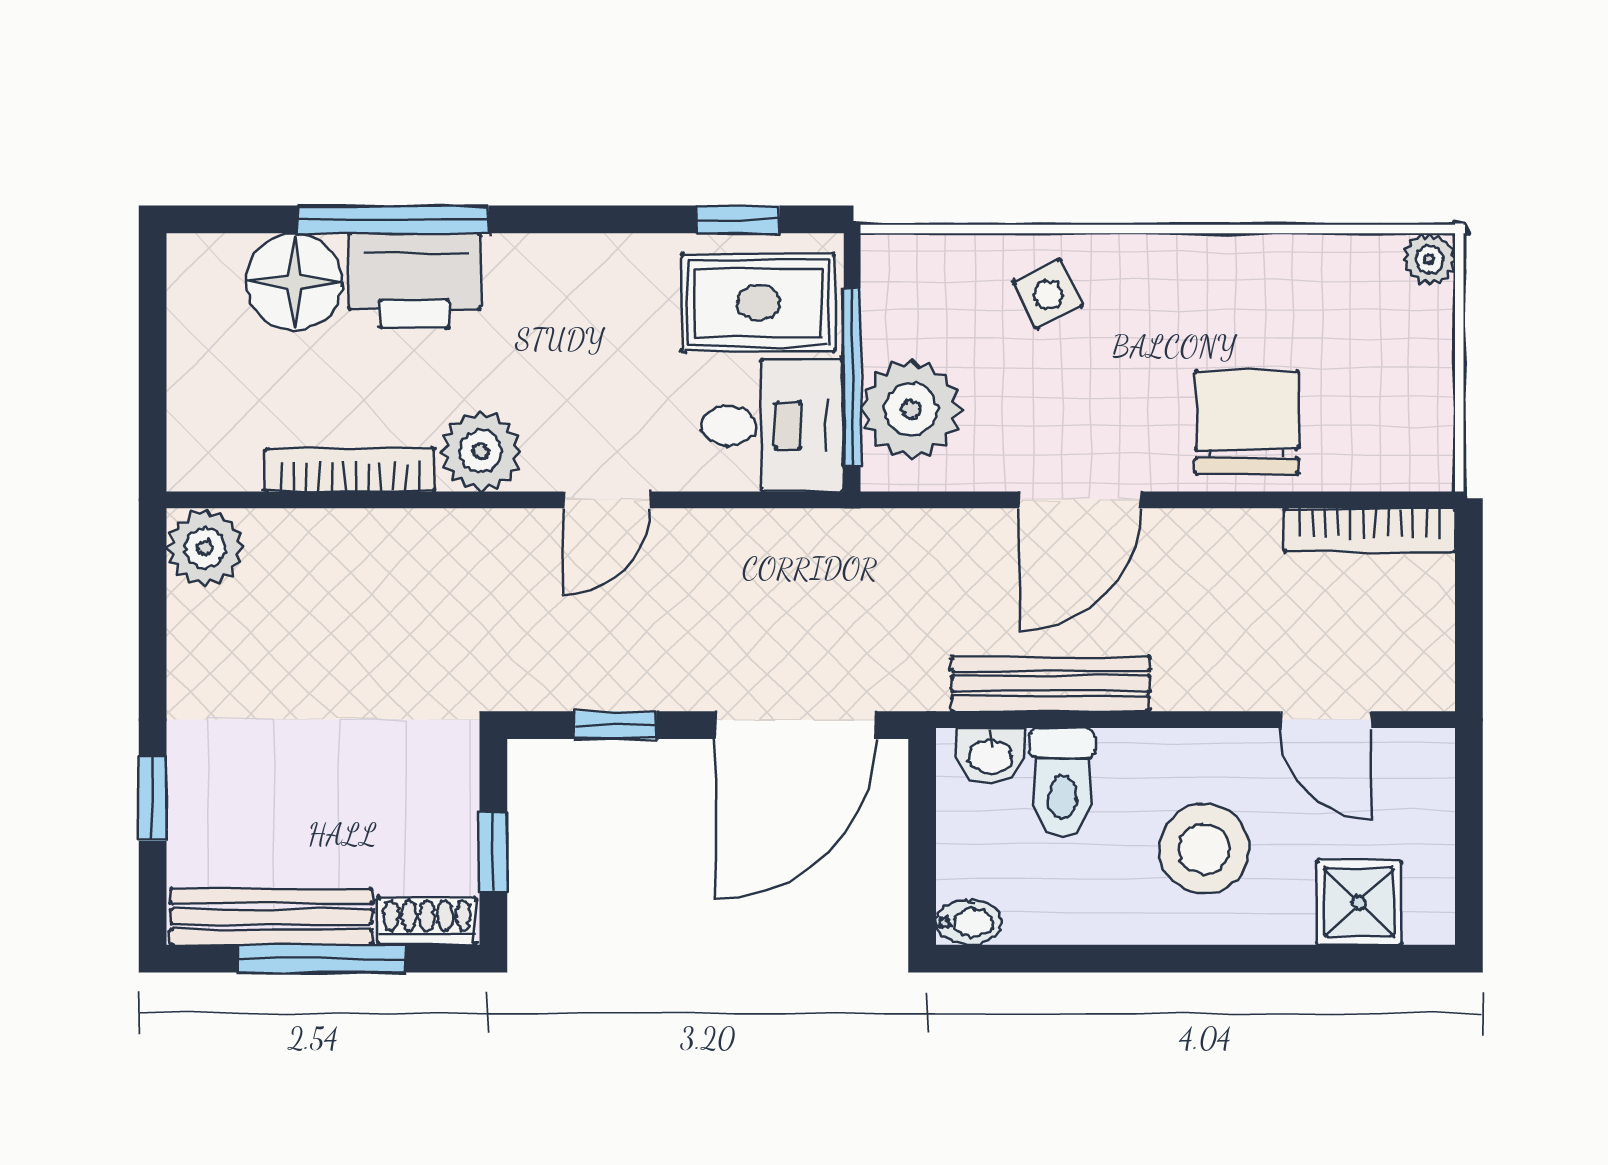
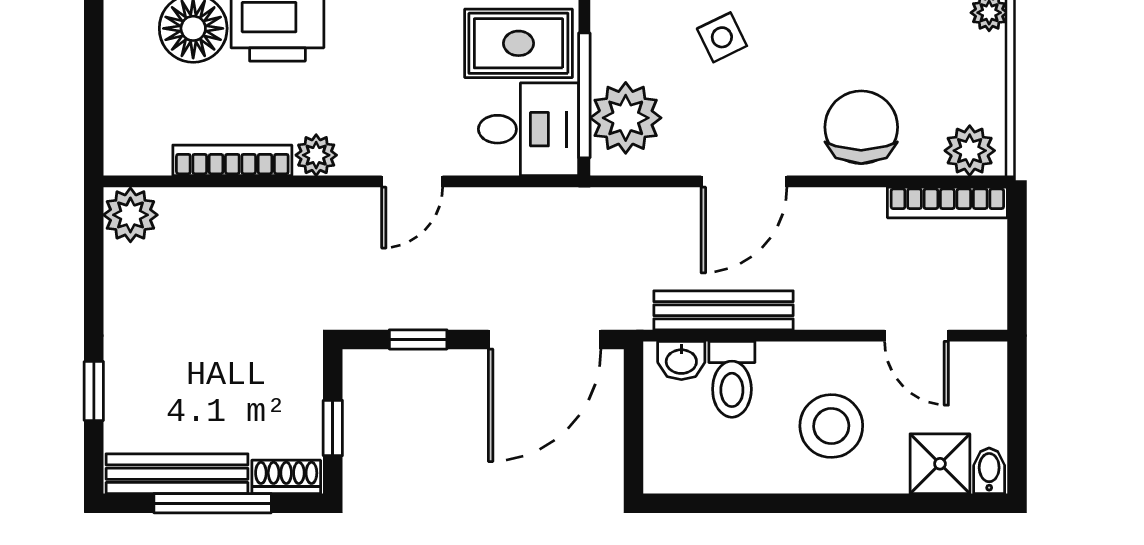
plant: (481, 451) -> (316, 155), width x0.73, depth x0.73
plant: (1401, 456) -> (970, 151), added
bidet: (968, 923) -> (989, 471), moved, turned -90

